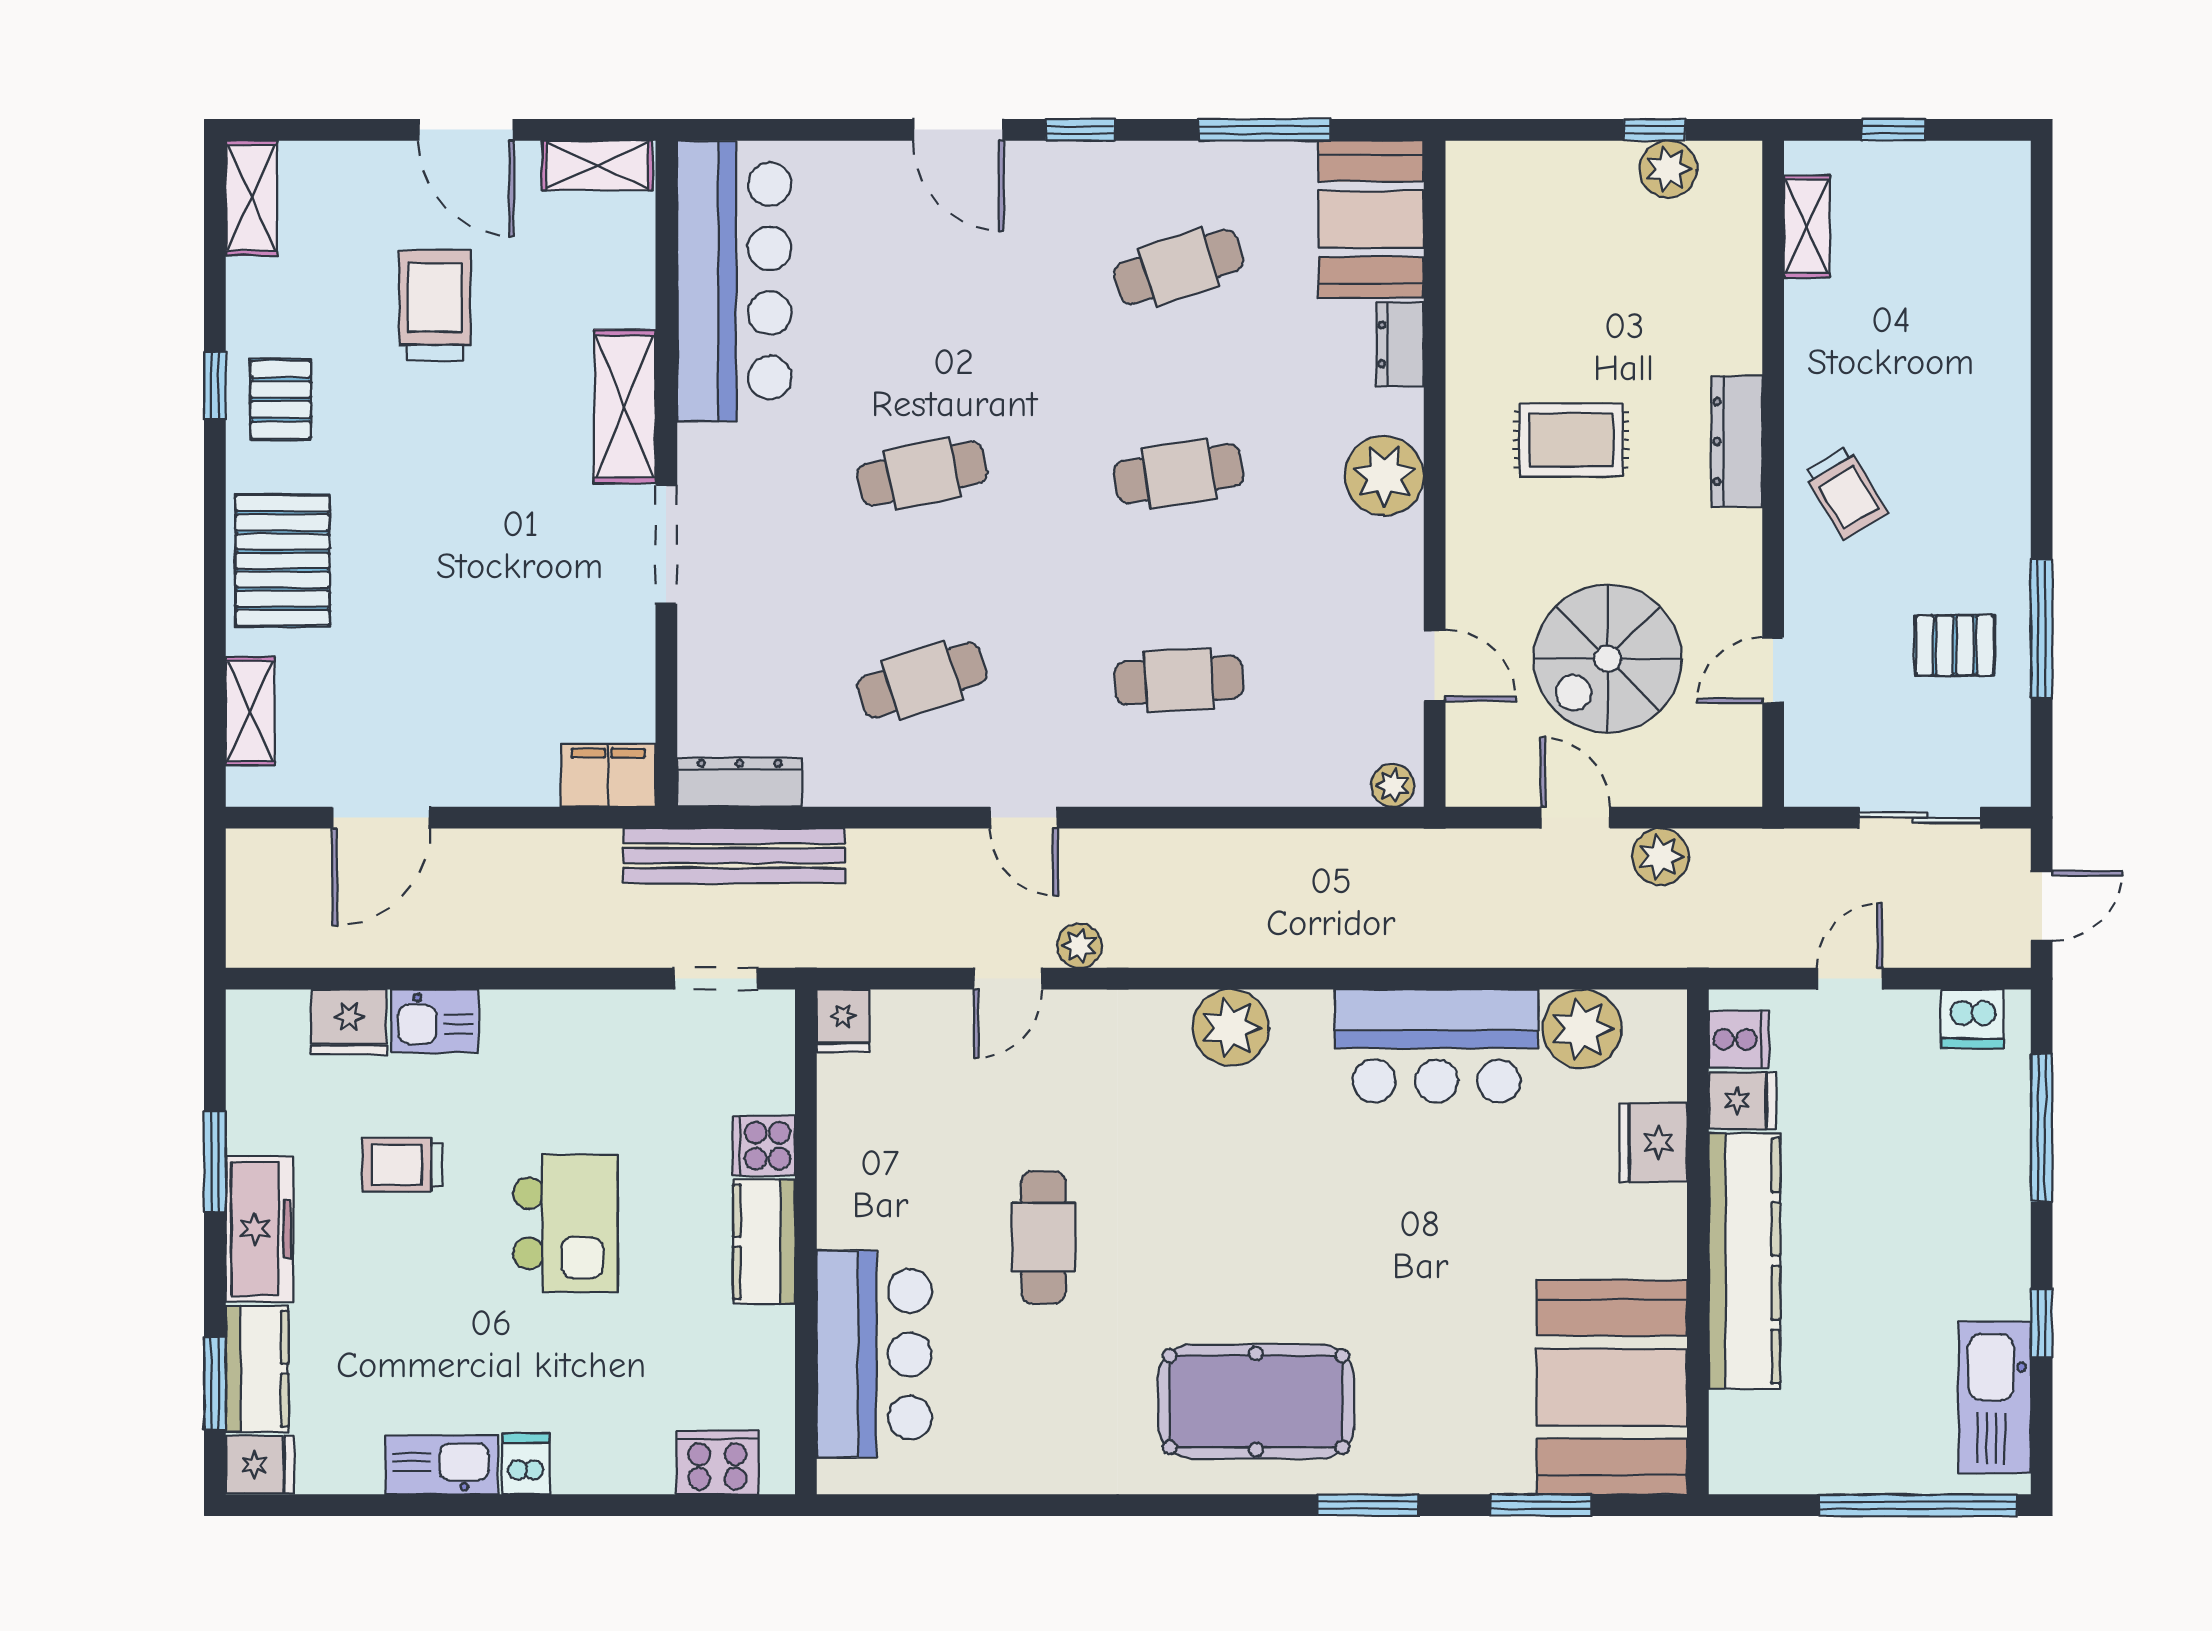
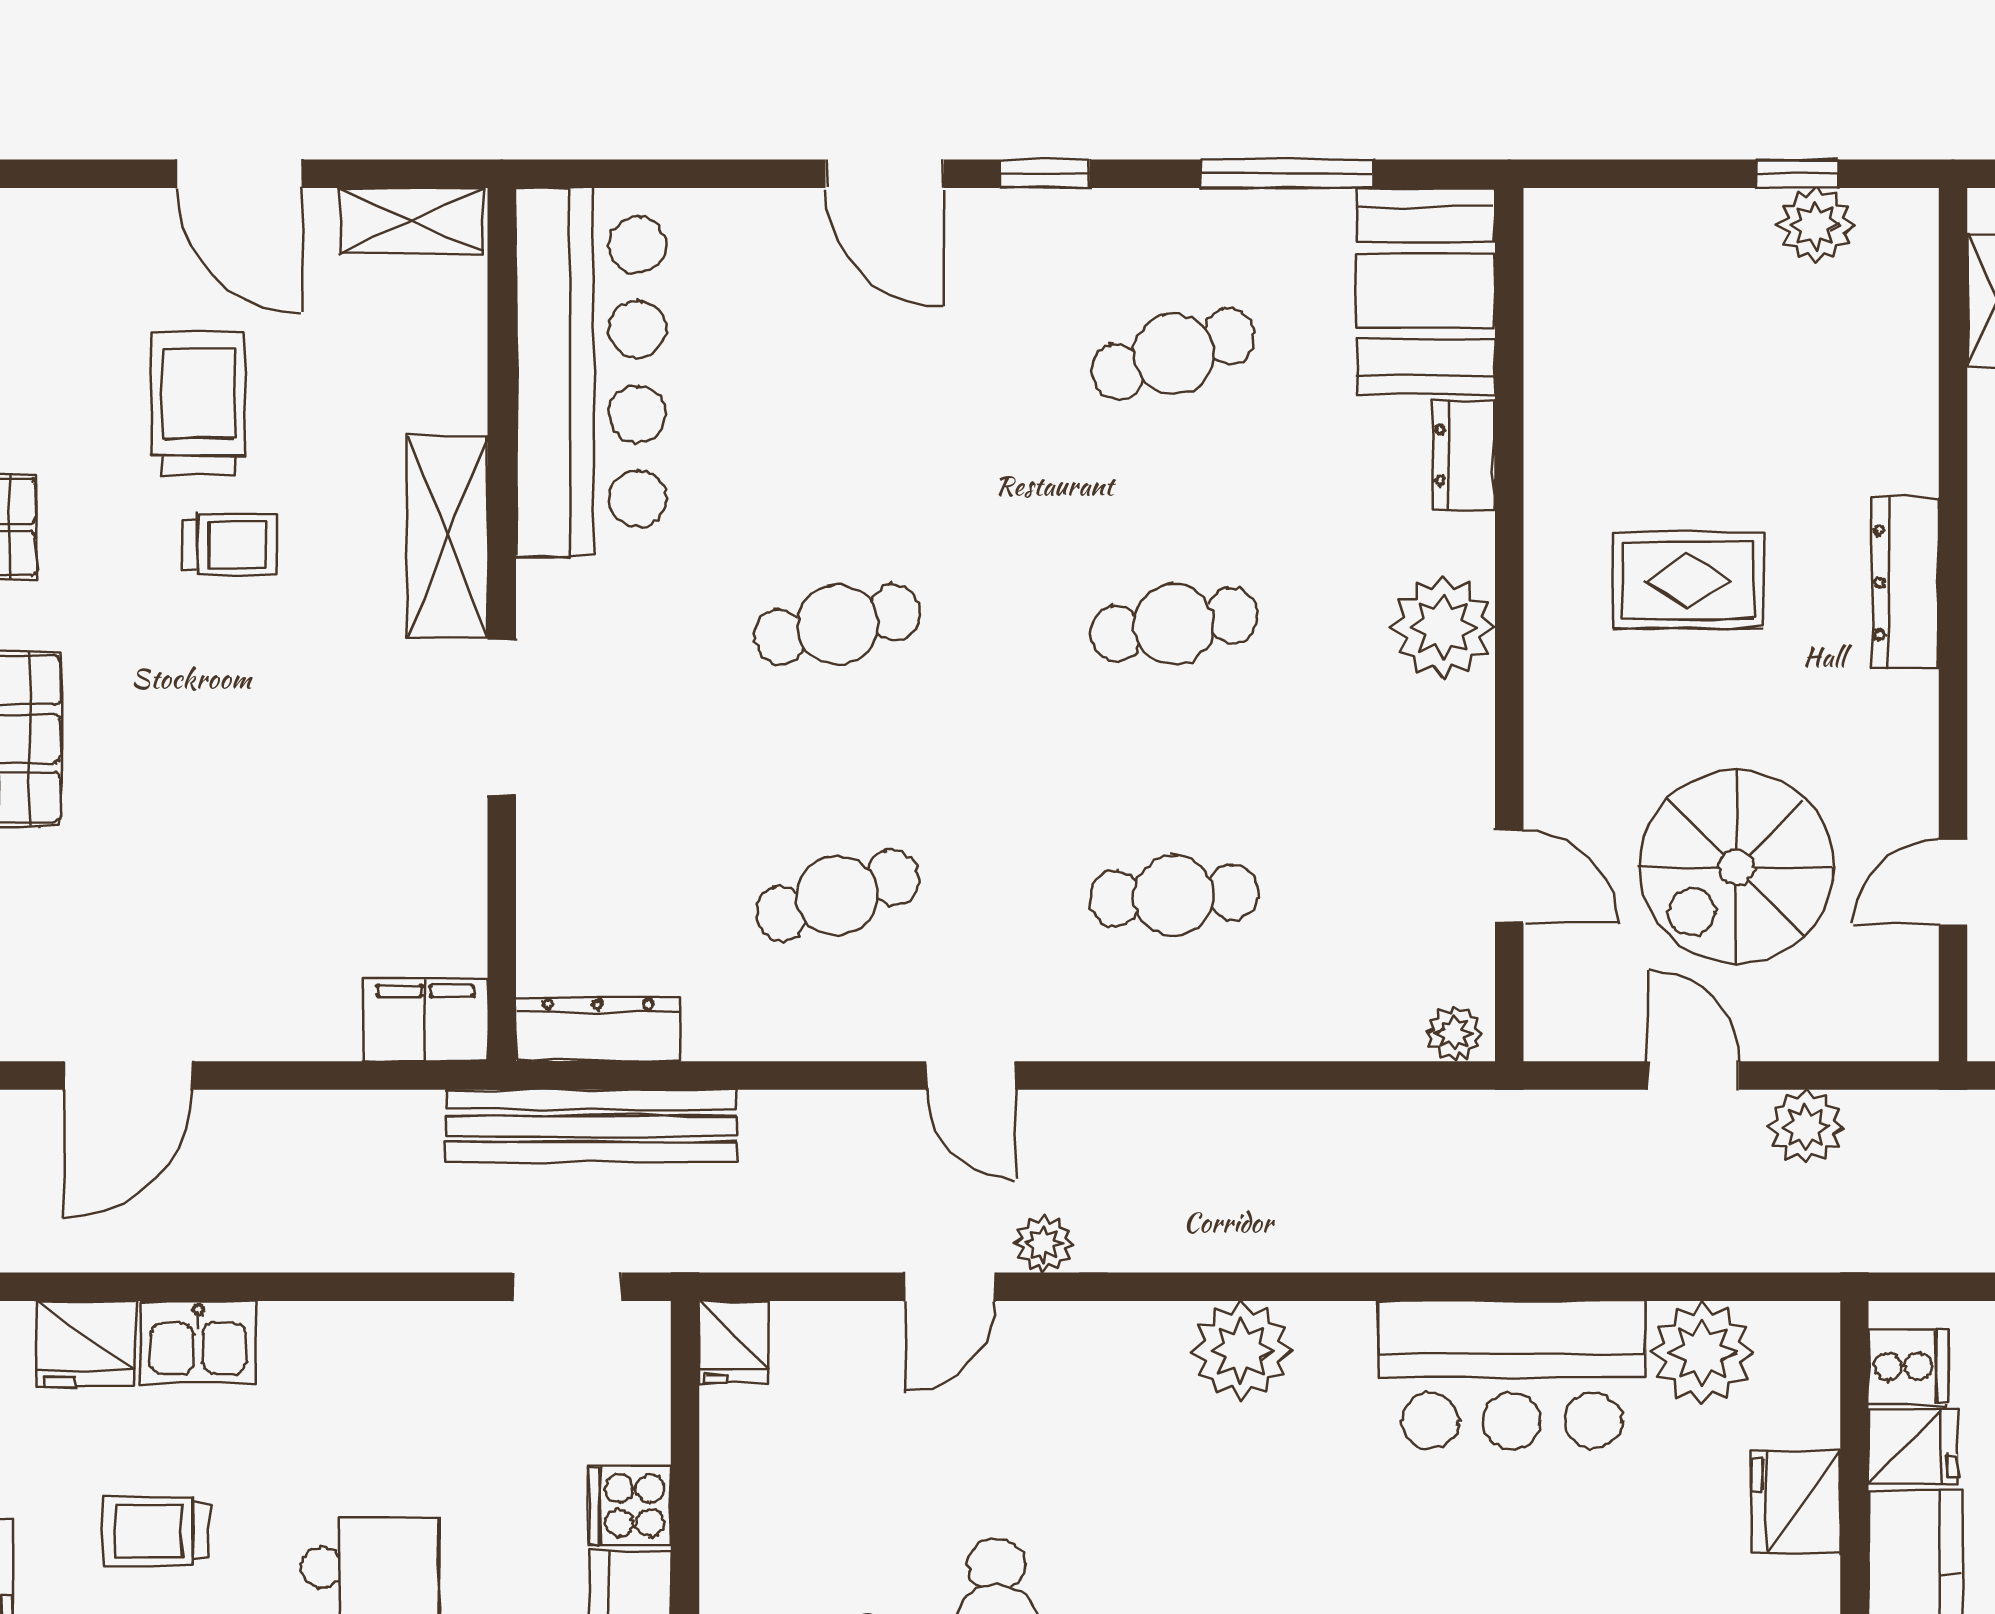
trolley: (460, 412) -> (231, 544), added

